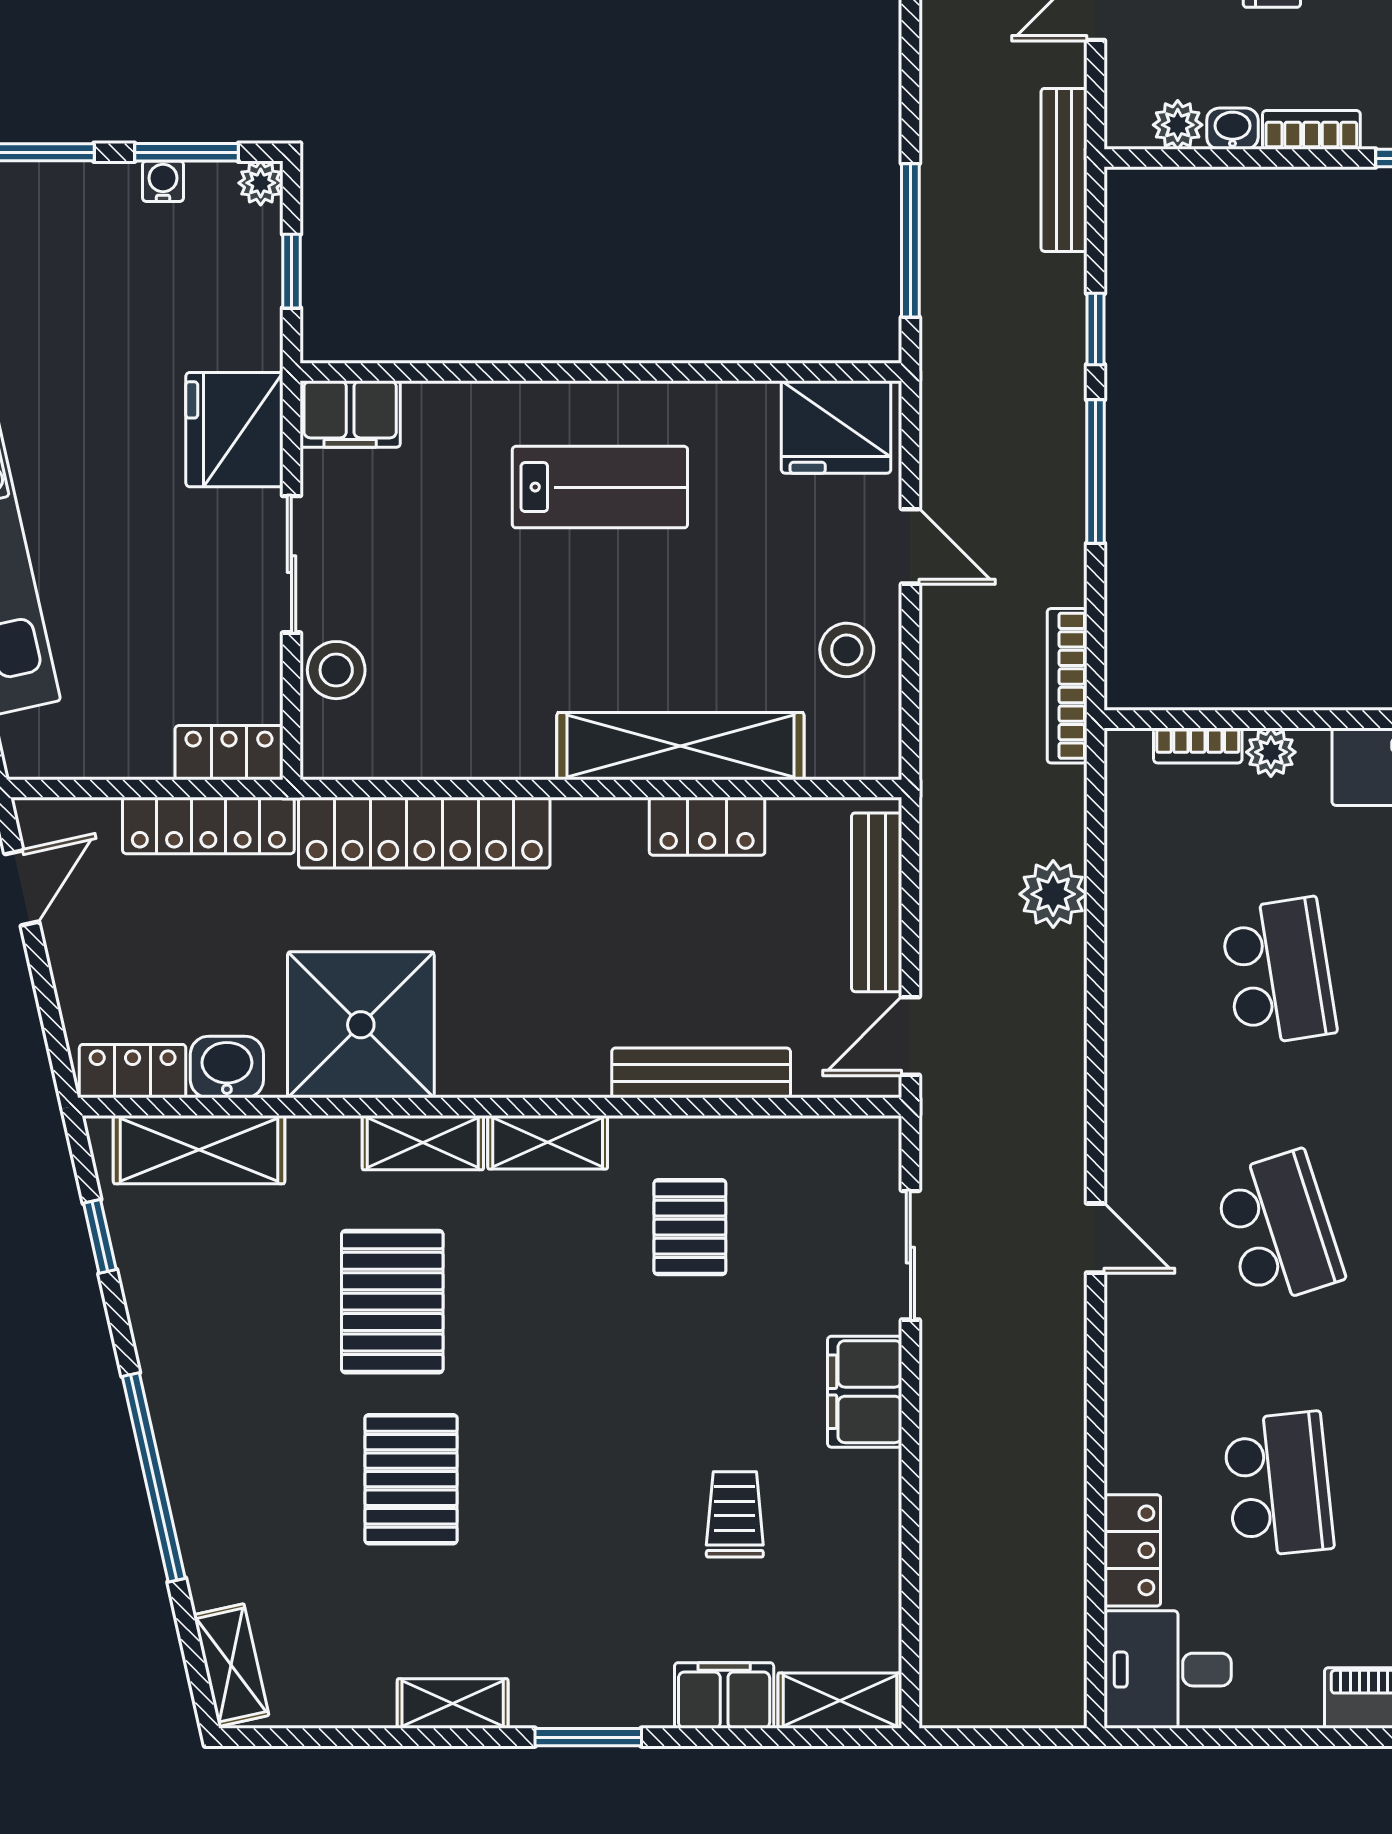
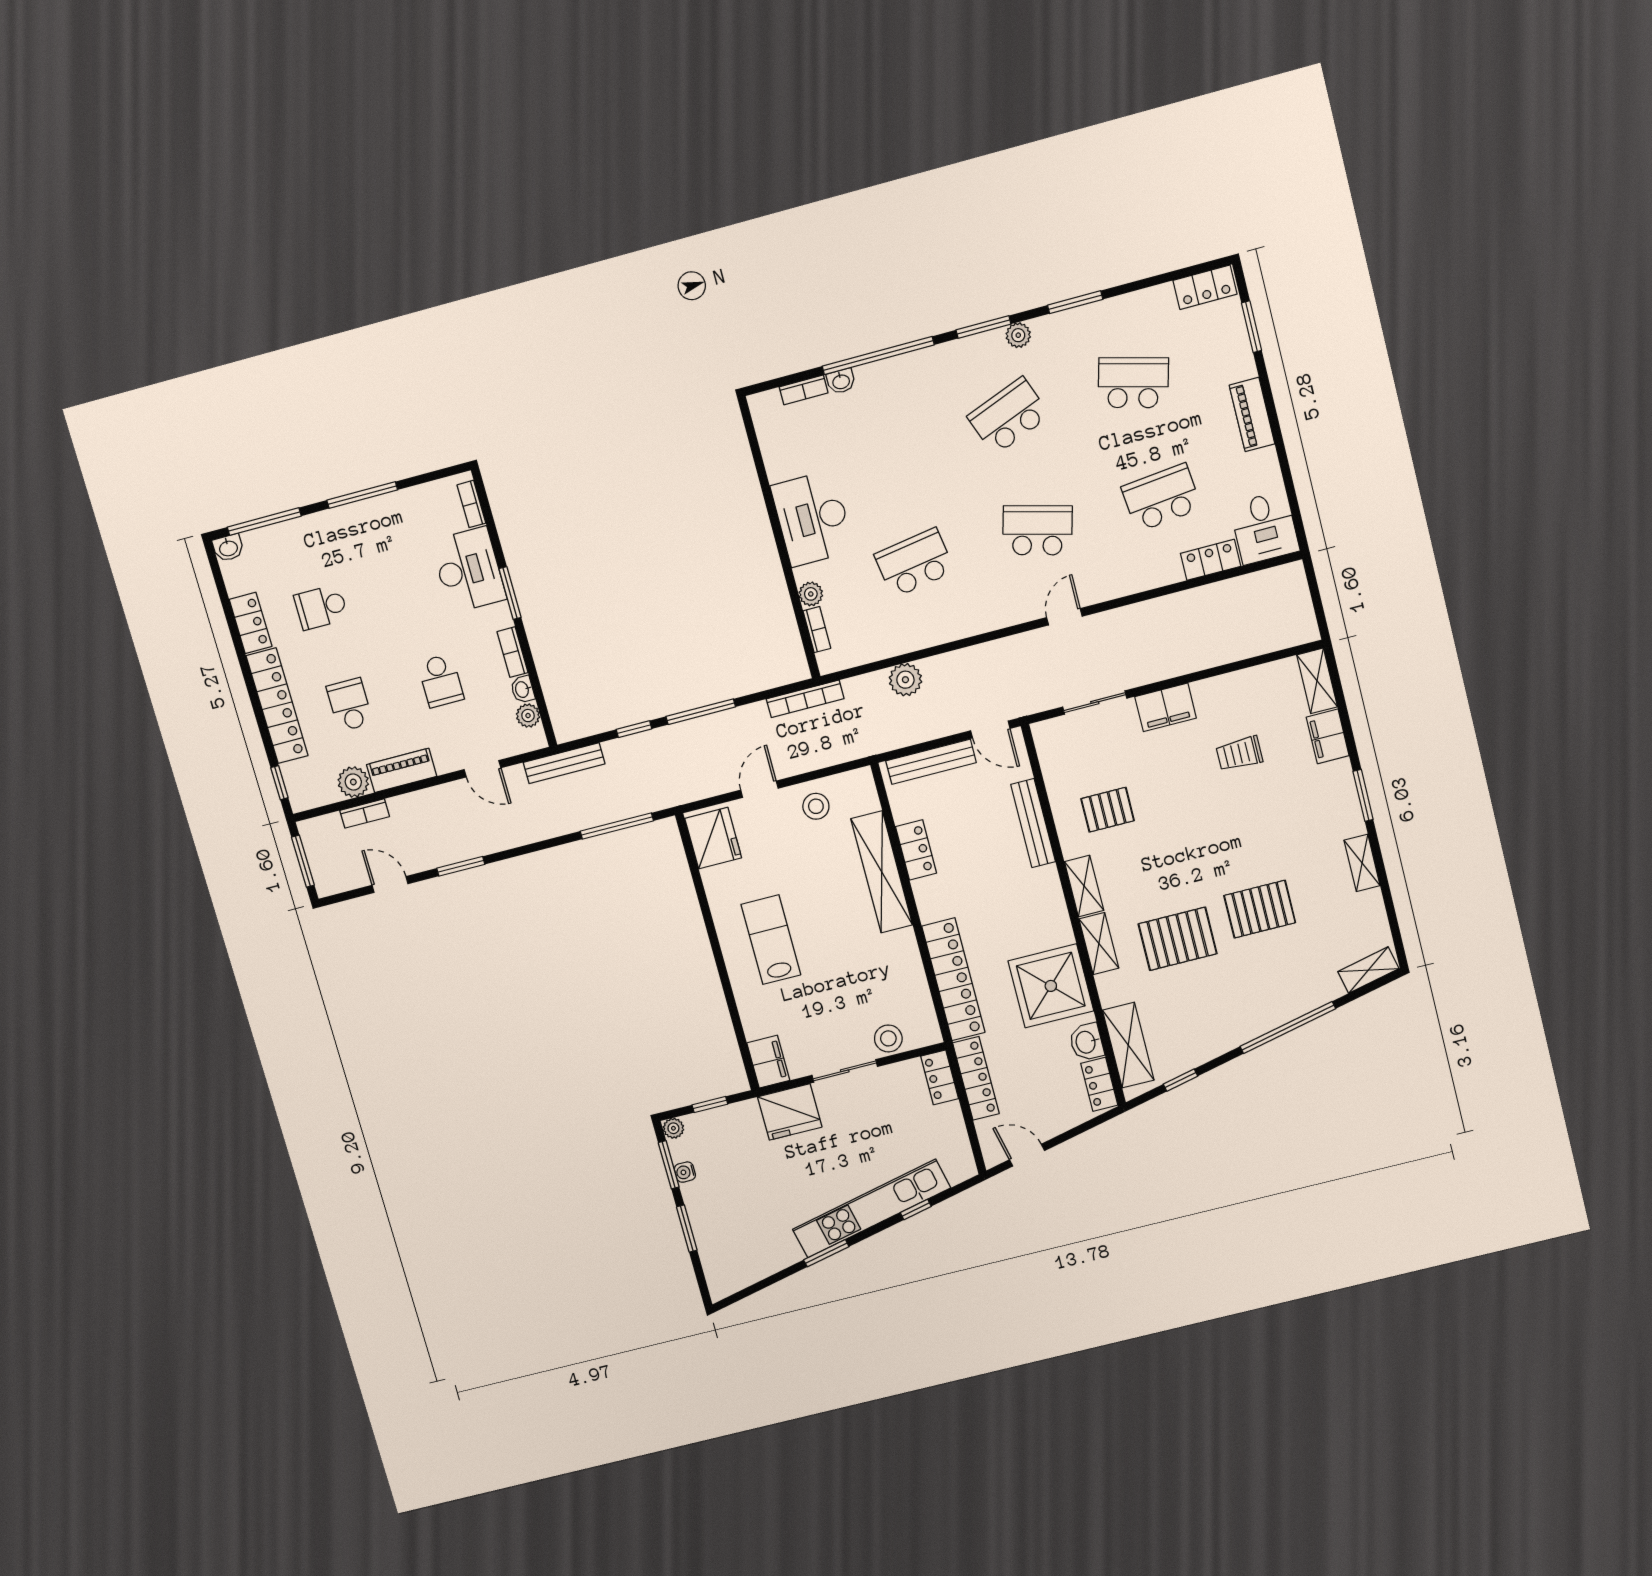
school desk: (1278, 1228) -> (1037, 530), turned 33

